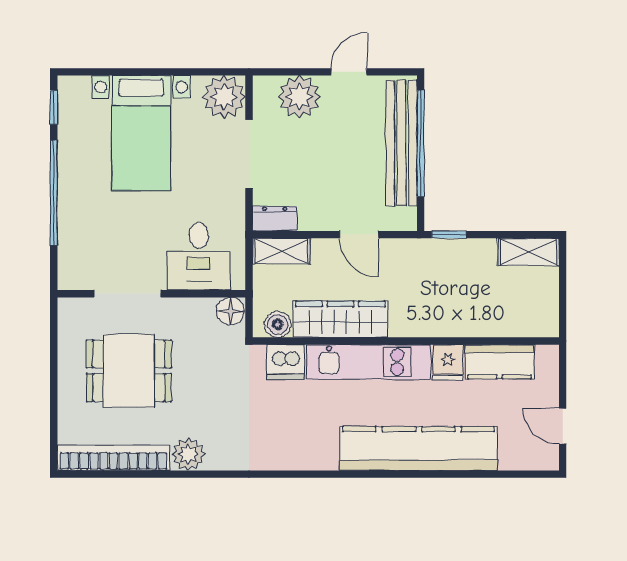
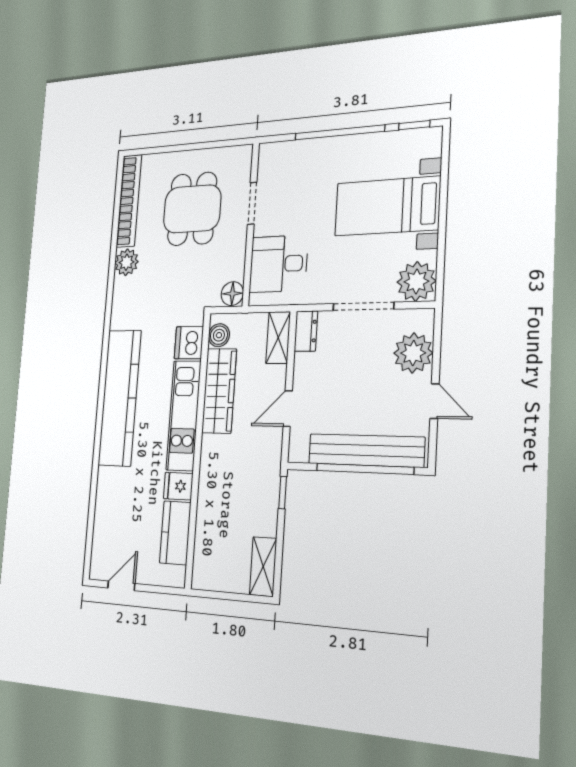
doorway: (127, 294) -> (252, 203), width x0.73
kitchen counter: (419, 449) -> (120, 398), moved

